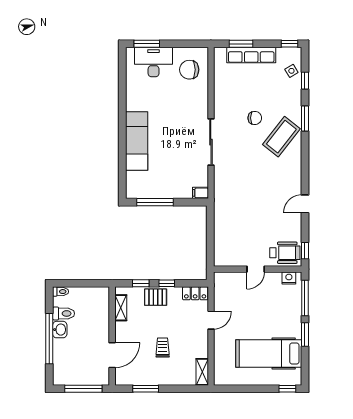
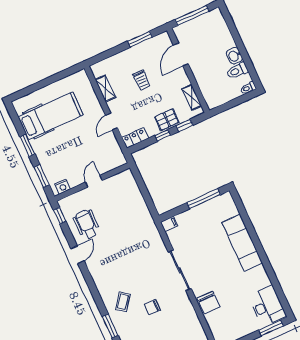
desk: (154, 62) -> (267, 306), moved, turned -90
chair: (189, 70) -> (208, 302), moved, turned 90
coffee table: (281, 137) -> (123, 302), width x0.54, depth x0.58
wheelchair: (285, 253) -> (87, 224), moved, turned 90
window: (305, 298) -> (42, 176), width x0.69
window: (49, 339) -> (240, 44), removed
shelving: (202, 372) -> (105, 88), moved
window: (287, 389) -> (21, 93), removed

